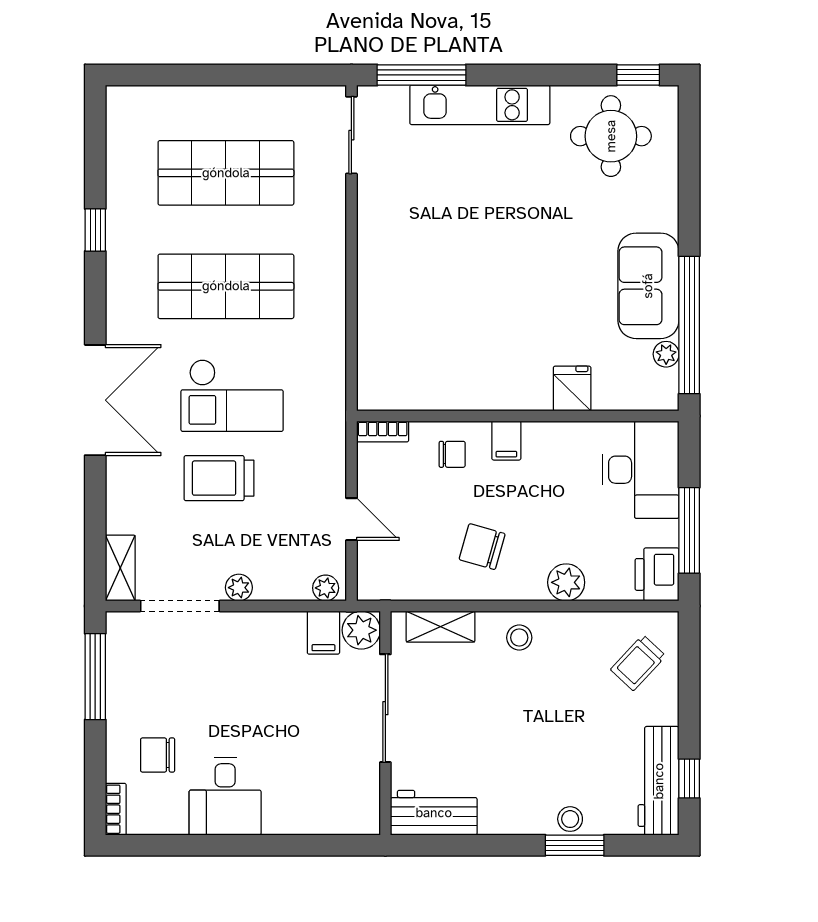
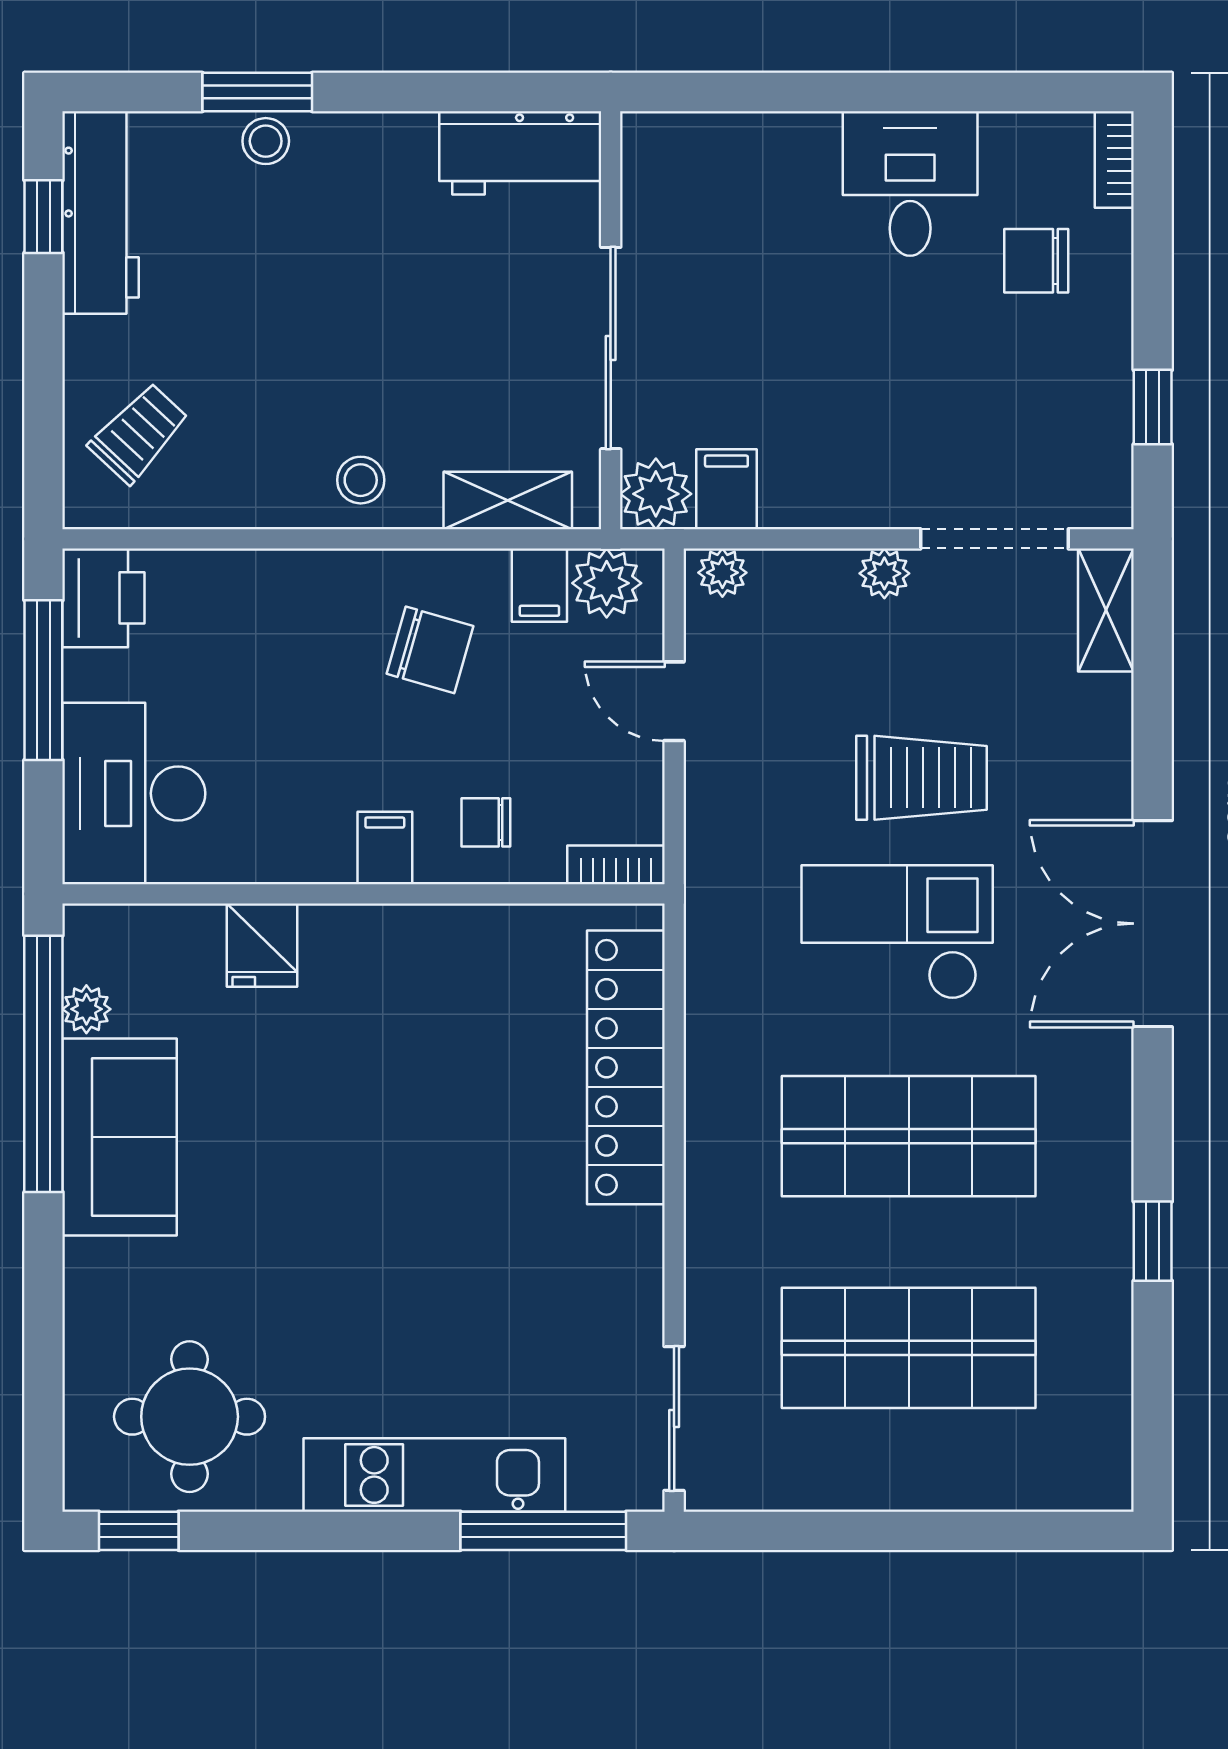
locker: (377, 323) -> (626, 1067), added
filing cabinet: (424, 581) -> (539, 585), added
plant: (566, 582) -> (607, 583), moved
window: (95, 677) -> (1153, 407), width x0.46
chair: (158, 755) -> (1036, 261), turned 180

